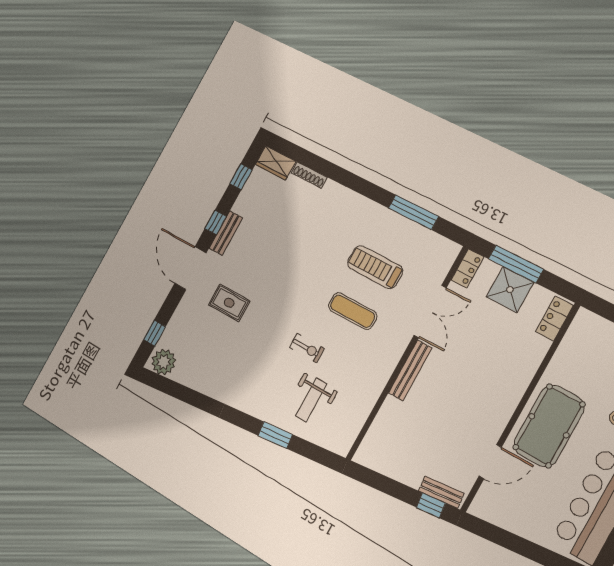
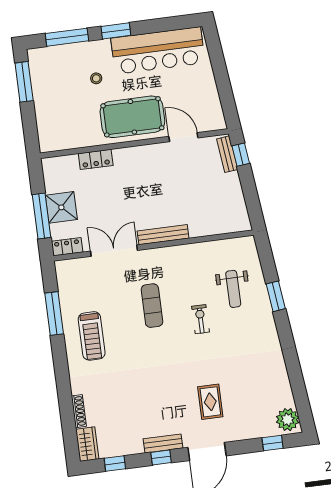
treadmill: (375, 267) -> (92, 336), moved
locker: (554, 318) -> (96, 159), moved
weight bench: (311, 400) -> (233, 289), turned 90

